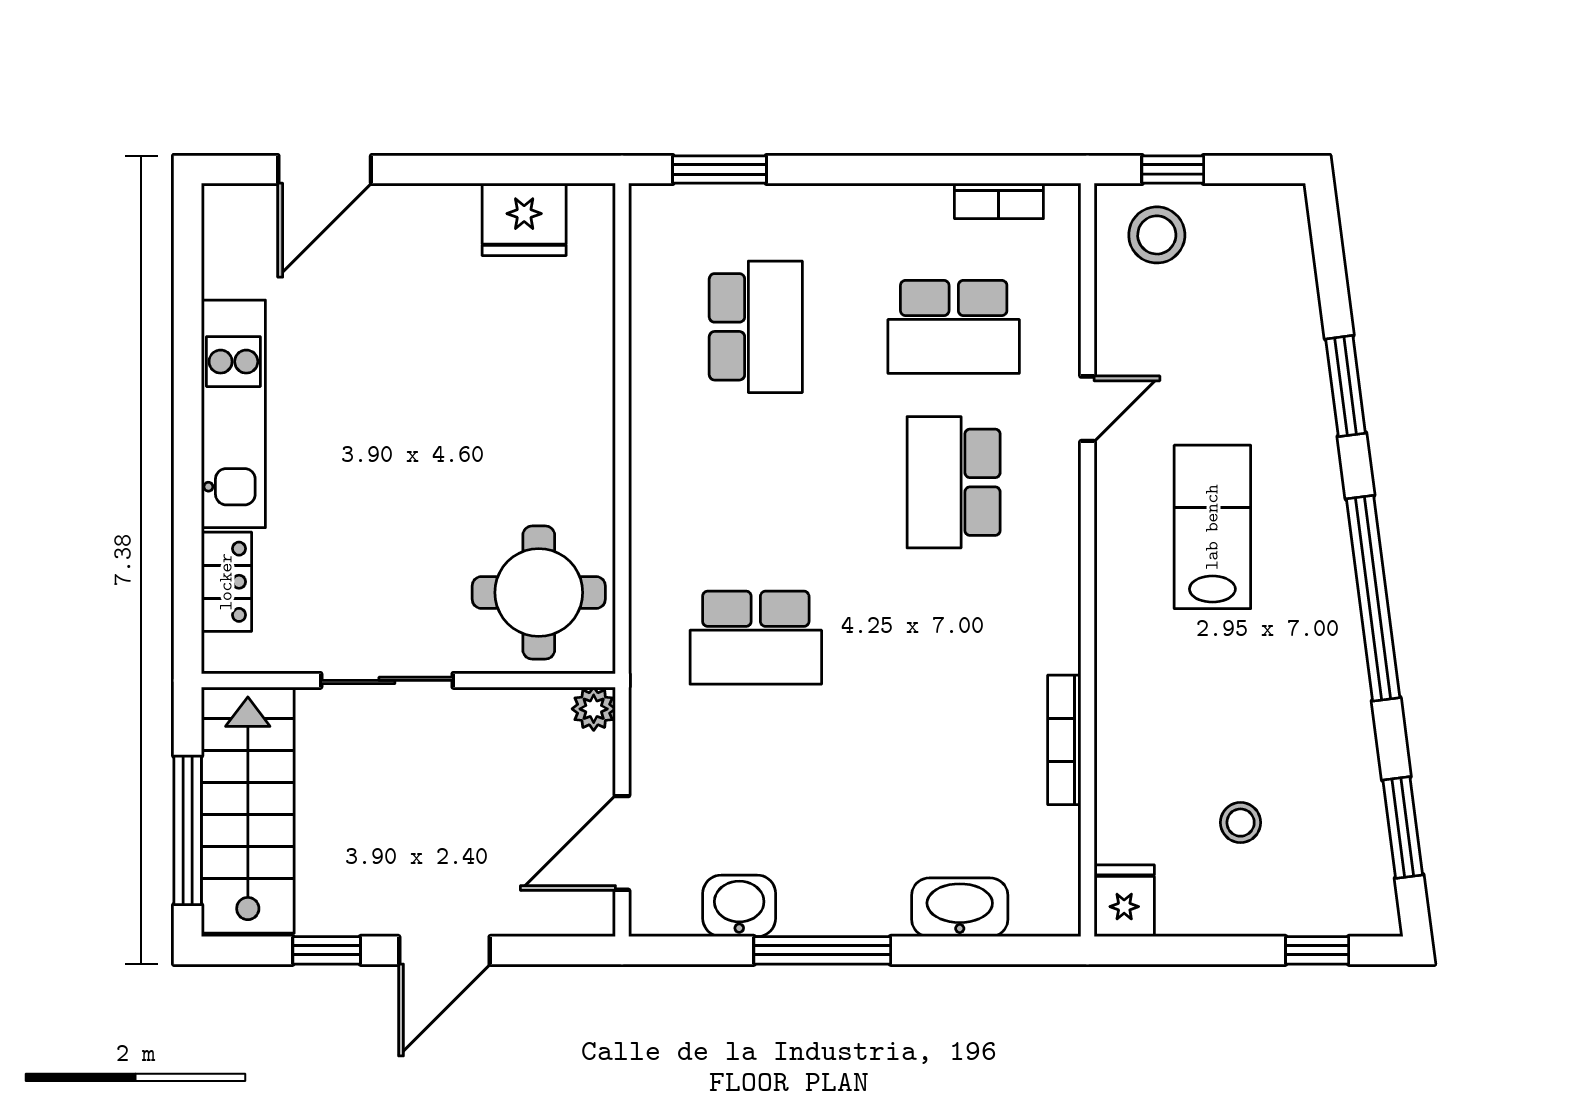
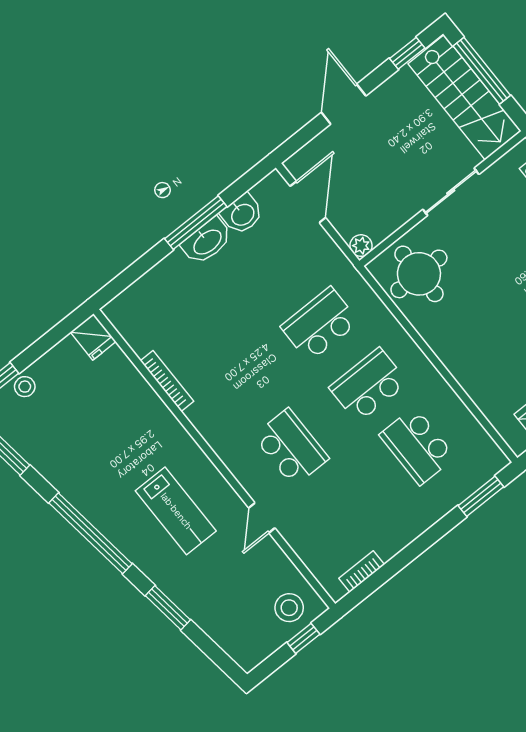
school desk: (954, 327) -> (369, 385), moved
stool: (1241, 823) -> (25, 387), moved
washbasin: (960, 907) -> (207, 241), moved
window: (327, 950) -> (407, 53), moved

